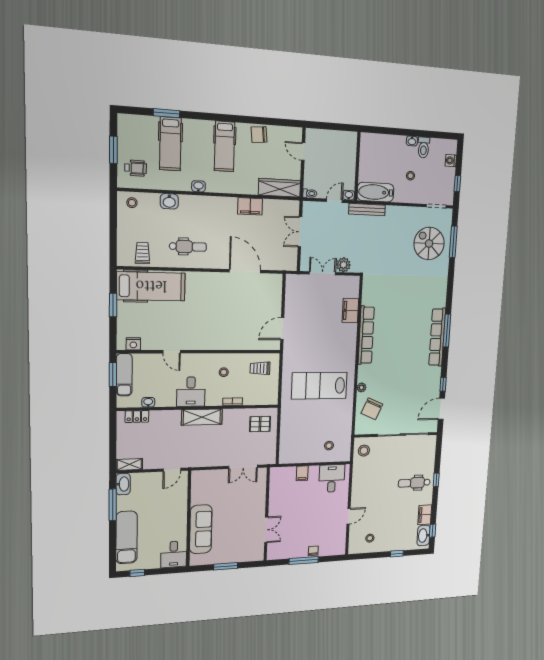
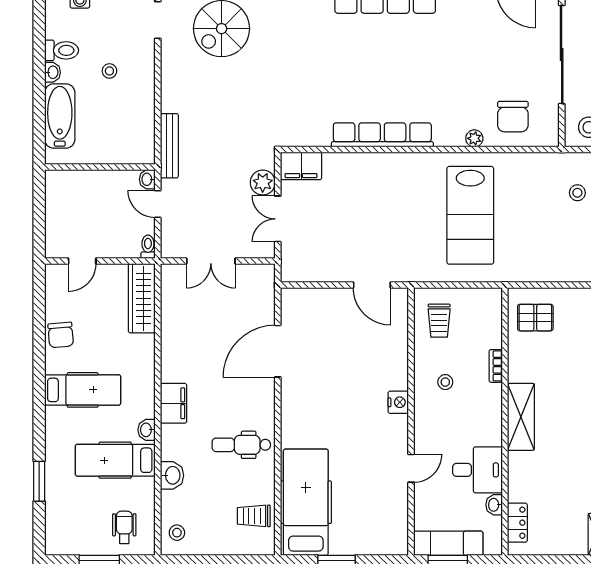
hospital bed: (170, 144) -> (115, 460), moved, turned 180
bathtub: (376, 192) -> (60, 116), moved, turned 180
filing cabinet: (250, 206) -> (174, 403), moved
dental chair: (188, 247) -> (241, 445), turned -90
filing cabinet: (350, 310) -> (301, 166), moved
nightstand: (133, 344) -> (398, 402), moved
desk: (191, 392) -> (477, 470), moved
chair: (372, 409) -> (513, 117), turned 66
pallet: (260, 424) -> (535, 318), turned 90

